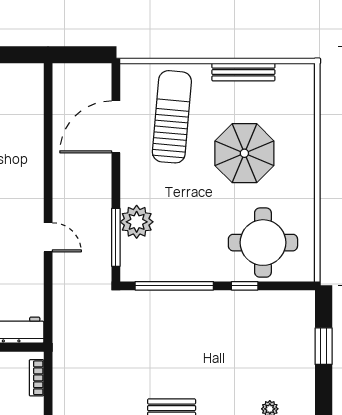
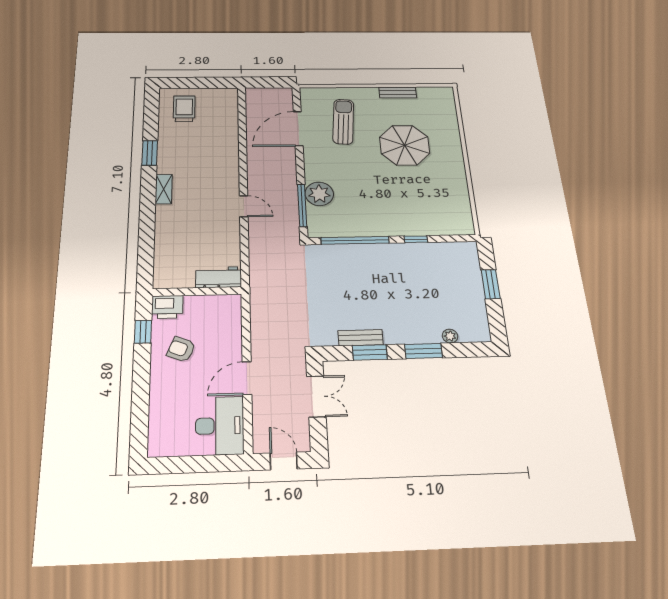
bench: (243, 72) -> (398, 92), width x0.73
sun lounger: (172, 117) -> (343, 122), width x0.73, depth x0.75
round table: (263, 243) -> (428, 207), removed
bookcase: (37, 378) -> (235, 316), removed

